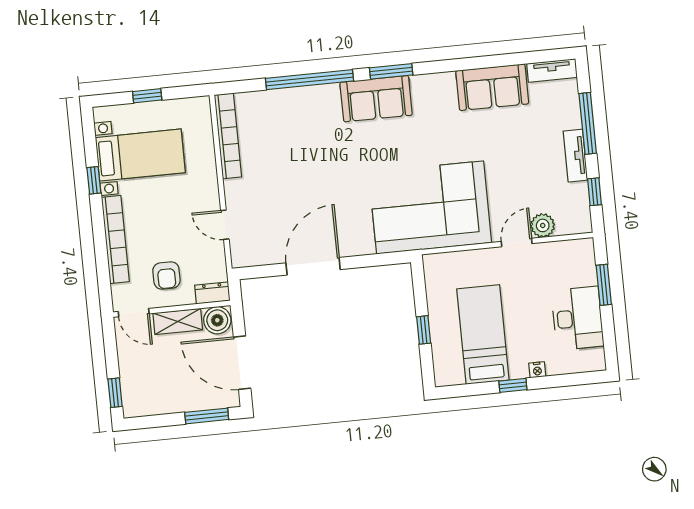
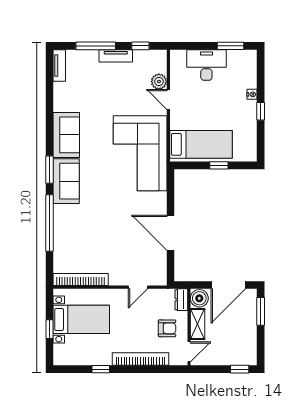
sofa: (492, 87) -> (66, 135), moved
bed with nightstands: (140, 155) -> (81, 319), moved, turned 90
window: (604, 285) -> (231, 46), moved
desk: (578, 318) -> (206, 65), moved
bed: (483, 334) -> (201, 144), moved, turned 180

